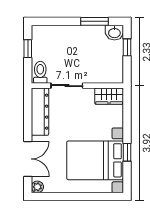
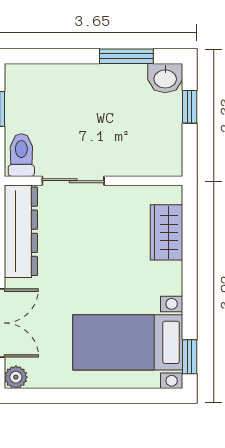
wardrobe: (109, 96) -> (166, 232), moved, turned 90
window: (127, 152) -> (190, 357), moved
bed with nightstands: (95, 160) -> (128, 342), width x0.73

